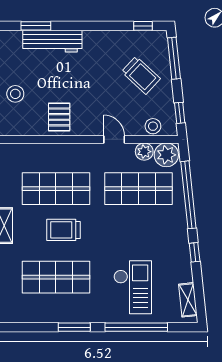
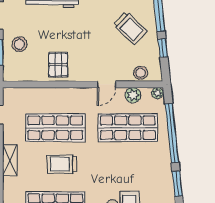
window: (180, 113) -> (163, 48), moved
door: (114, 139) -> (106, 84), swing flipped
plant: (166, 155) -> (157, 93), width x0.53, depth x0.53
window: (195, 252) -> (177, 184), width x1.50

